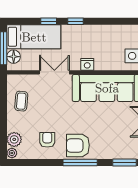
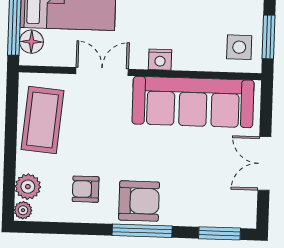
coffee table: (21, 101) -> (43, 120), width x1.86, depth x1.72
armchair: (47, 140) -> (86, 189), turned -90
armchair: (78, 145) -> (139, 201), turned 180

